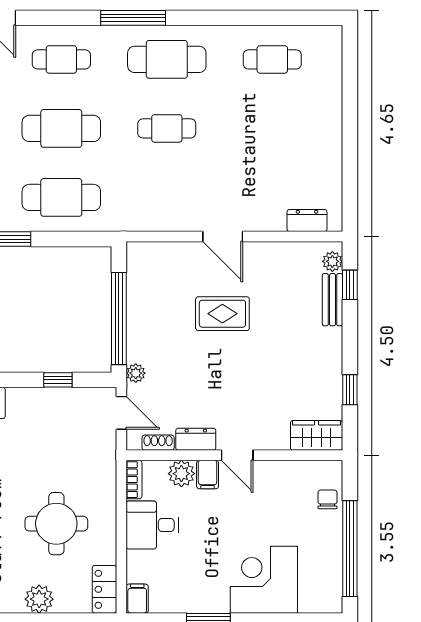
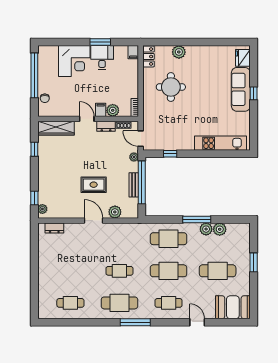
plant: (177, 255) -> (115, 212), added
bench: (333, 300) -> (134, 185), moved
wardrobe: (317, 435) -> (56, 128), width x1.50
desk: (152, 525) -> (102, 57), moved, turned -90

